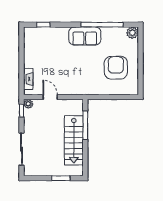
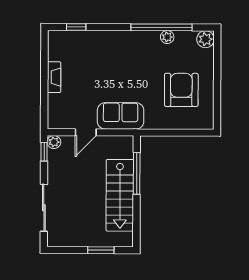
plant: (106, 31) -> (167, 37), added
sofa: (85, 36) -> (121, 116), moved, turned 180
fireplace: (28, 79) -> (54, 77), moved
door: (50, 97) -> (86, 132), swing flipped

